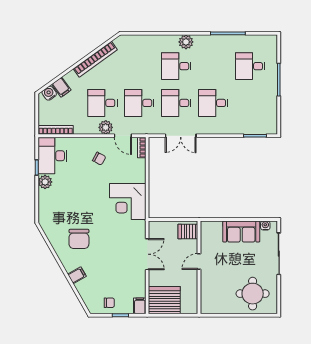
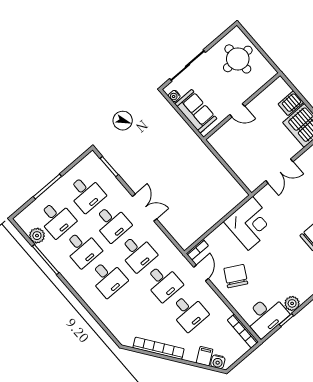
plant: (186, 42) -> (37, 236), moved
desk: (213, 66) -> (82, 249), added
desk: (250, 103) -> (86, 193), added
plant: (106, 127) -> (206, 293), removed
double door: (181, 136) -> (144, 208), moved
chair: (99, 159) -> (236, 276), width x1.87, depth x1.87
server rack: (188, 232) -> (291, 103), moved, turned 90
double door: (147, 254) -> (279, 171), swing flipped
door: (199, 262) -> (237, 110), moved
wall: (199, 267) -> (242, 106), moved

